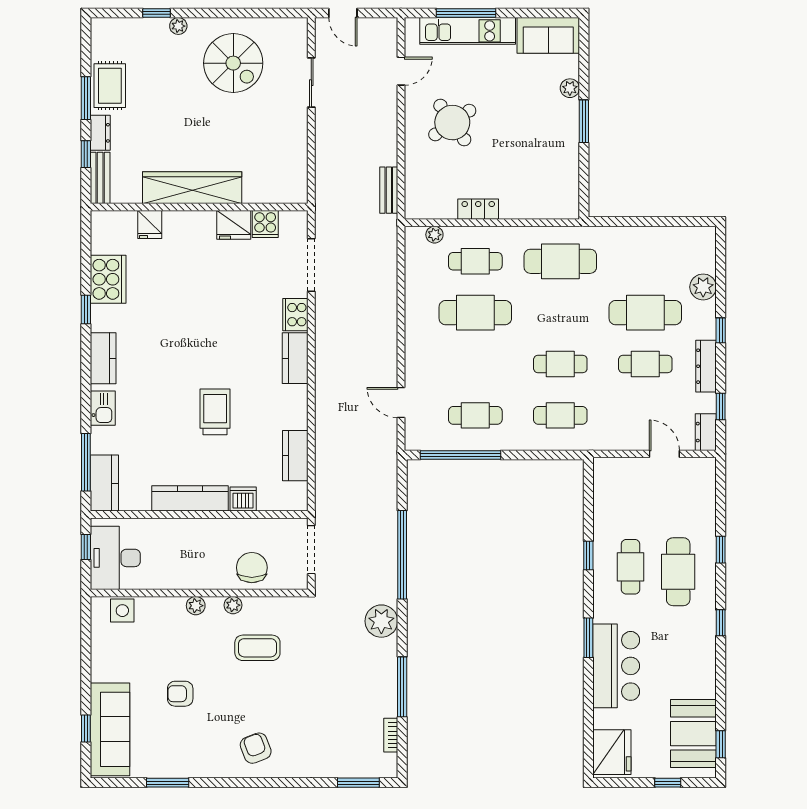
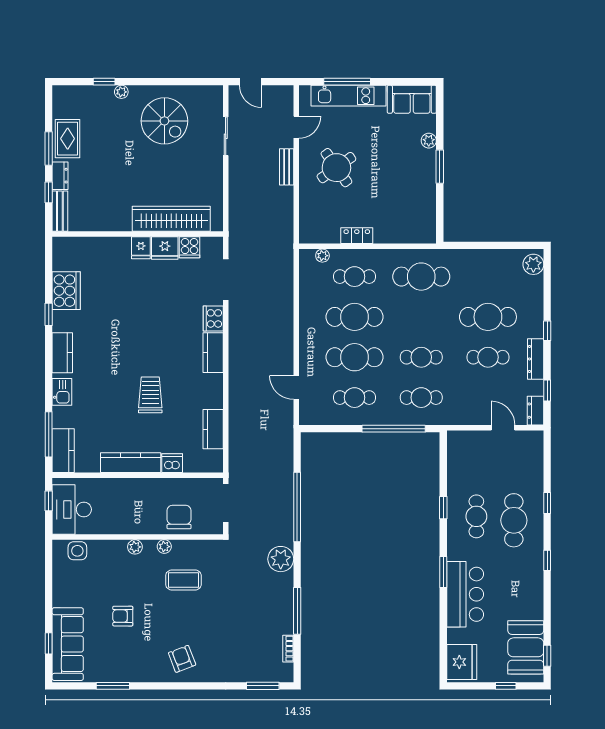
wardrobe: (192, 188) -> (171, 219), moved
bench: (389, 190) -> (287, 167), moved
fridge: (150, 225) -> (141, 248), moved
plant: (703, 287) -> (533, 264), moved
cafe table: (475, 364) -> (355, 357), added
window: (461, 455) -> (394, 429), moved

